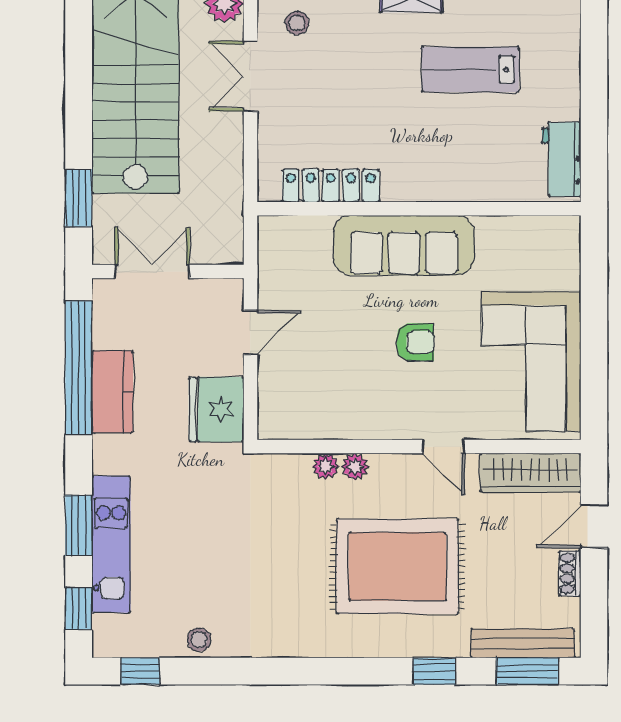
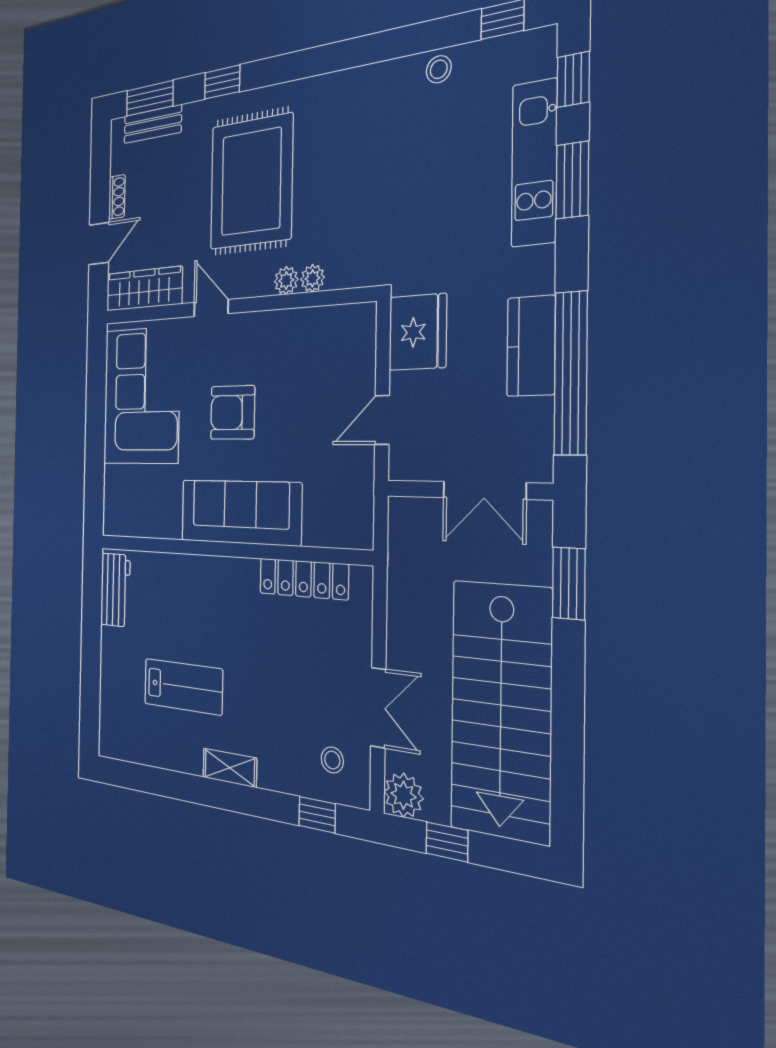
armchair: (415, 342) -> (233, 413), width x1.38, depth x1.38
rug: (397, 566) -> (251, 182), turned 90
bench: (523, 643) -> (153, 124), width x0.73

